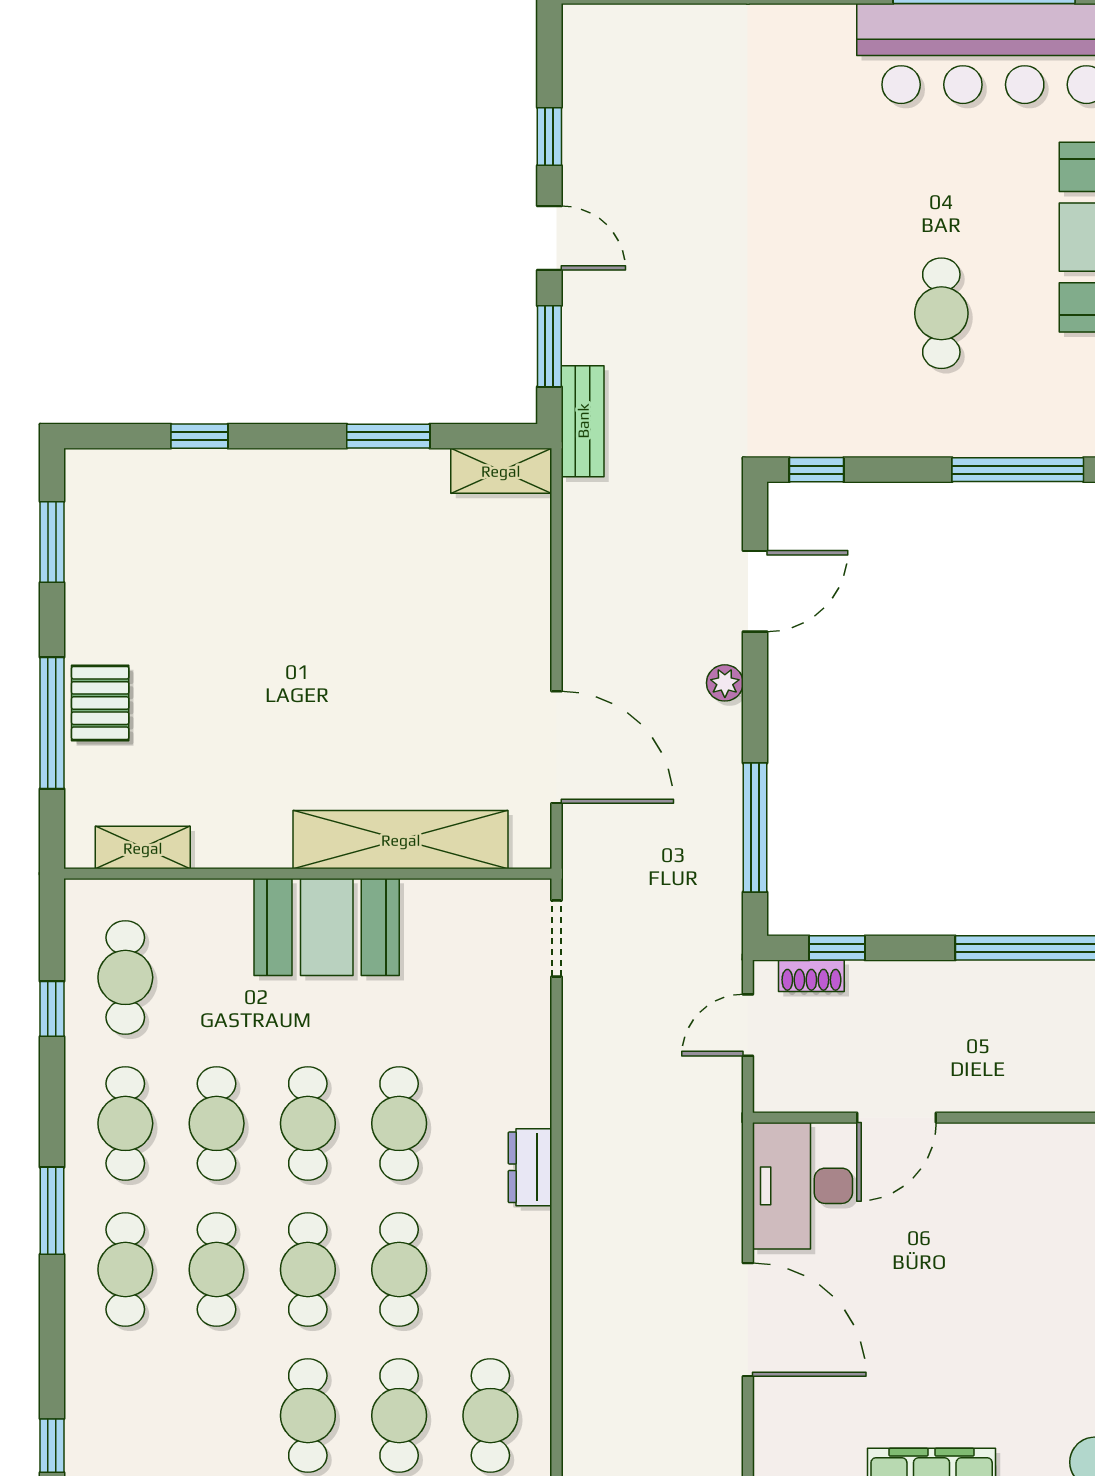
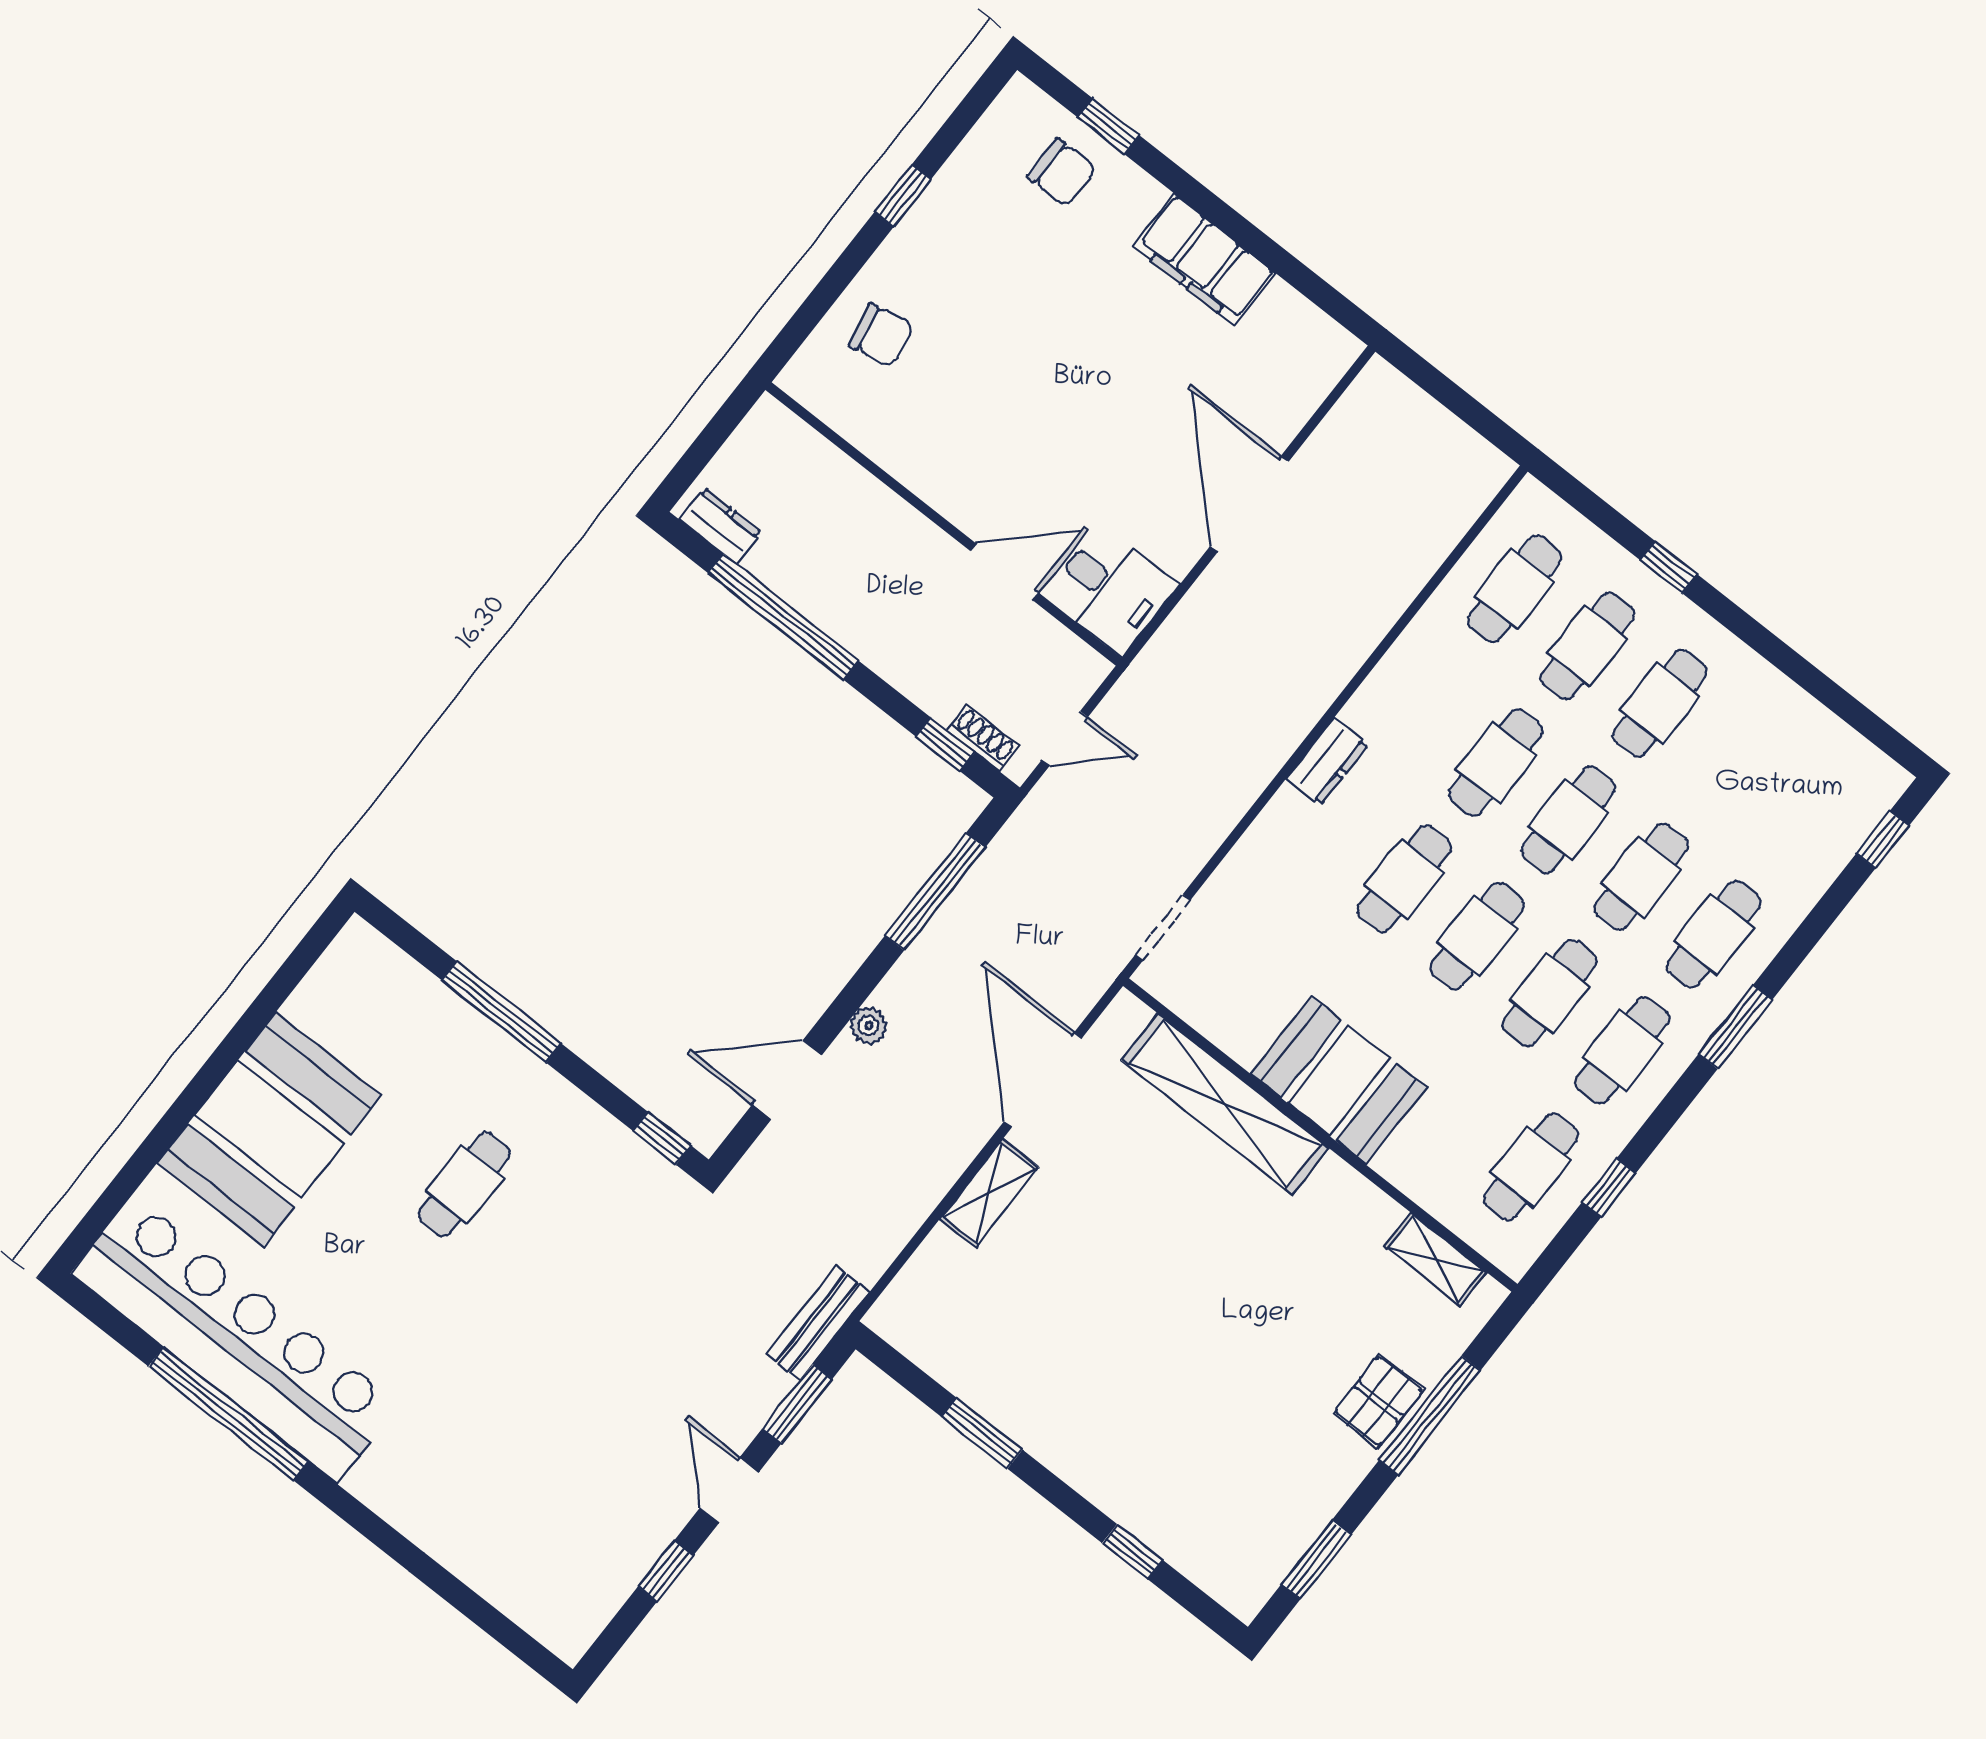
shelving: (501, 471) -> (989, 1193), moved, turned 90
desk: (802, 1186) -> (1111, 590), width x0.73

